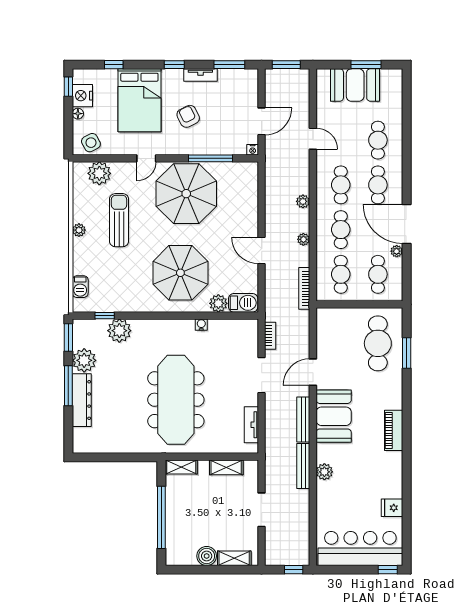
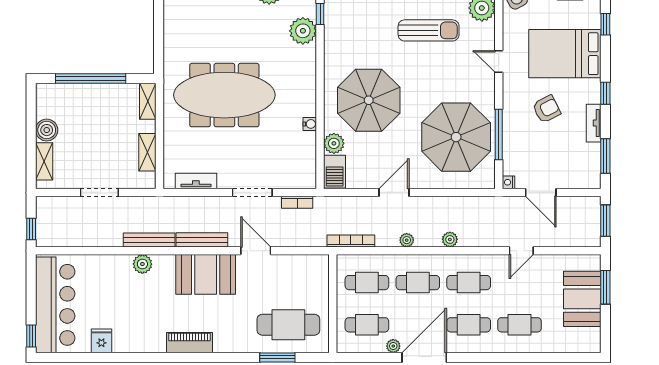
window: (366, 65) -> (605, 287), moved
parasol: (186, 194) -> (456, 137), moved

